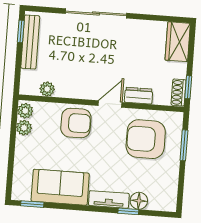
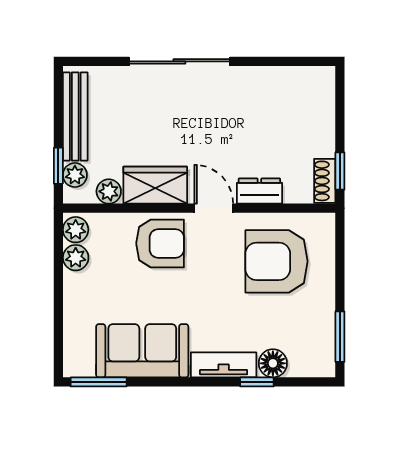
window: (21, 31) -> (58, 166), moved
wardrobe: (178, 42) -> (155, 185), moved, turned 90
plant: (27, 78) -> (75, 175), added
door: (110, 104) -> (214, 208), hinge flipped
window: (184, 145) -> (340, 337), moved
window: (32, 204) -> (99, 382), width x1.50

